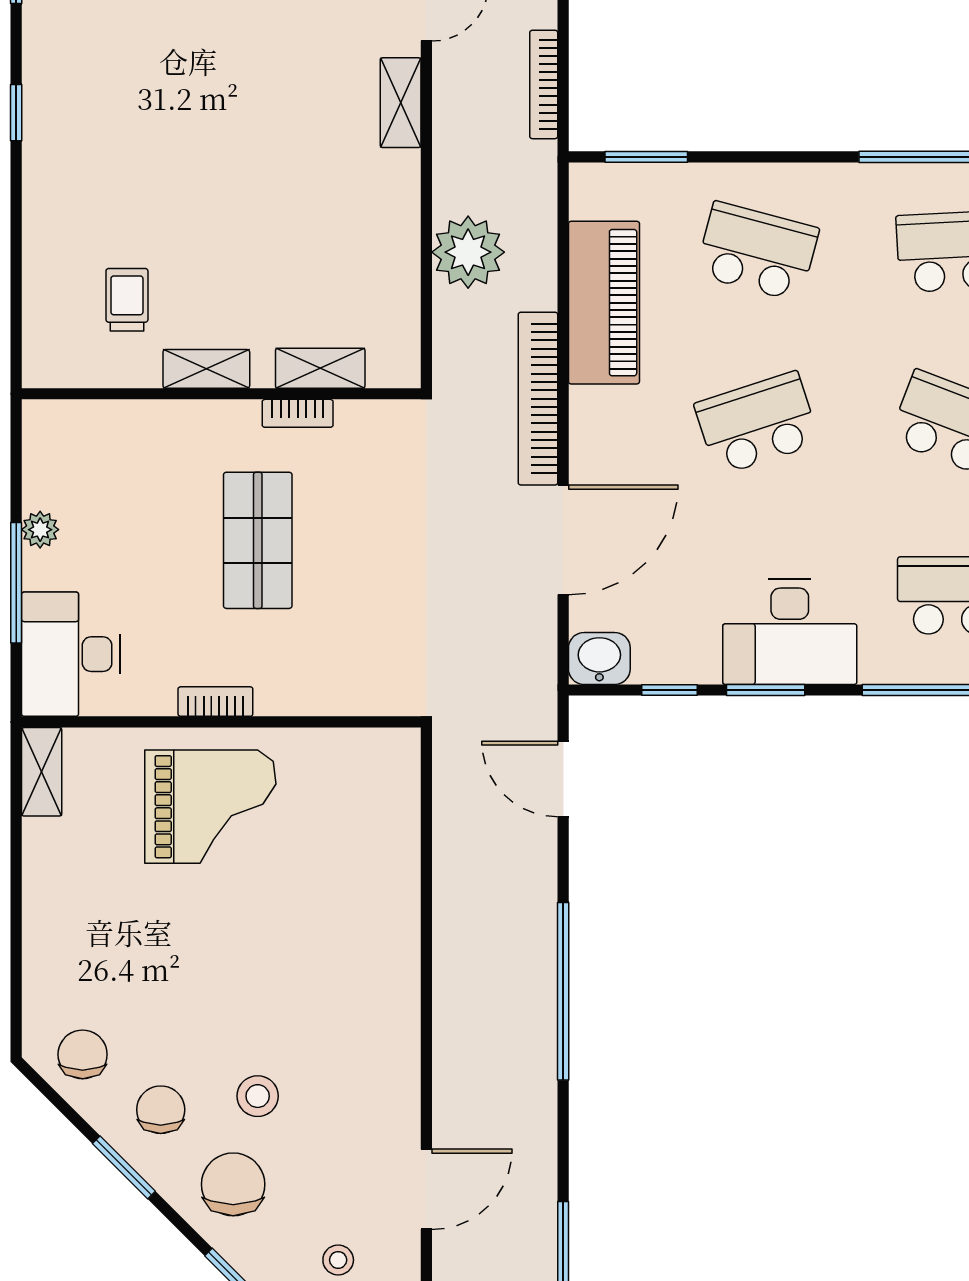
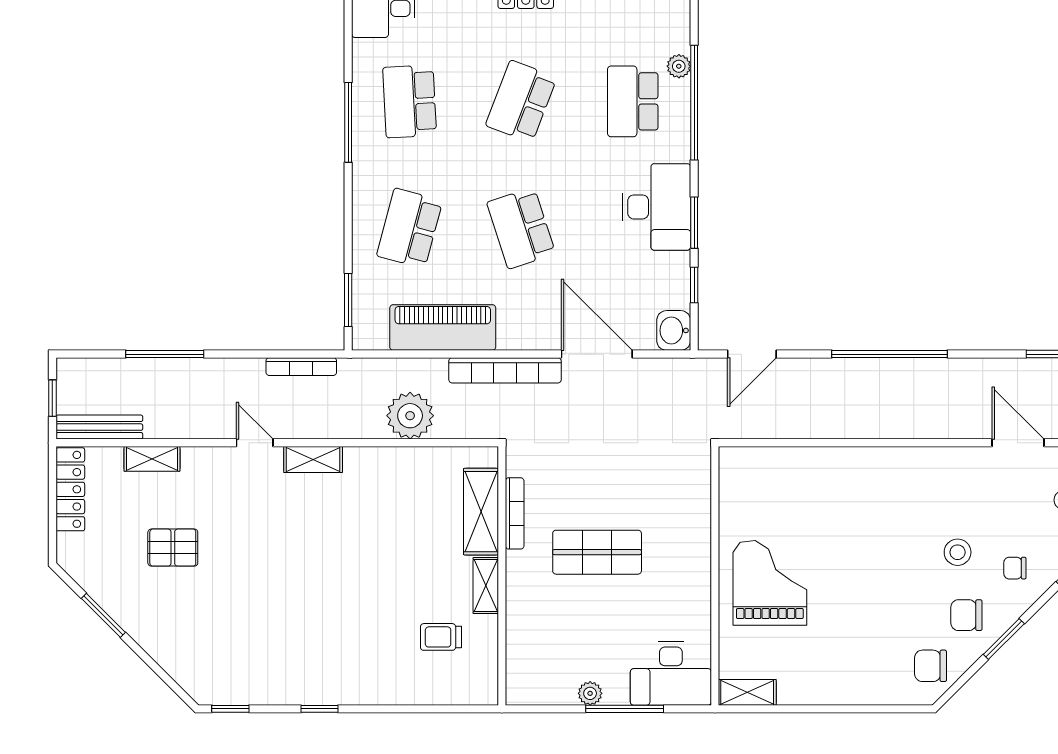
shelving: (320, 368) -> (481, 512), width x1.50, depth x1.33
bookcase: (298, 413) -> (515, 513), width x1.56
bookcase: (215, 702) -> (702, 580), removed
chair: (233, 1184) -> (1015, 568), width x0.54, depth x0.54

